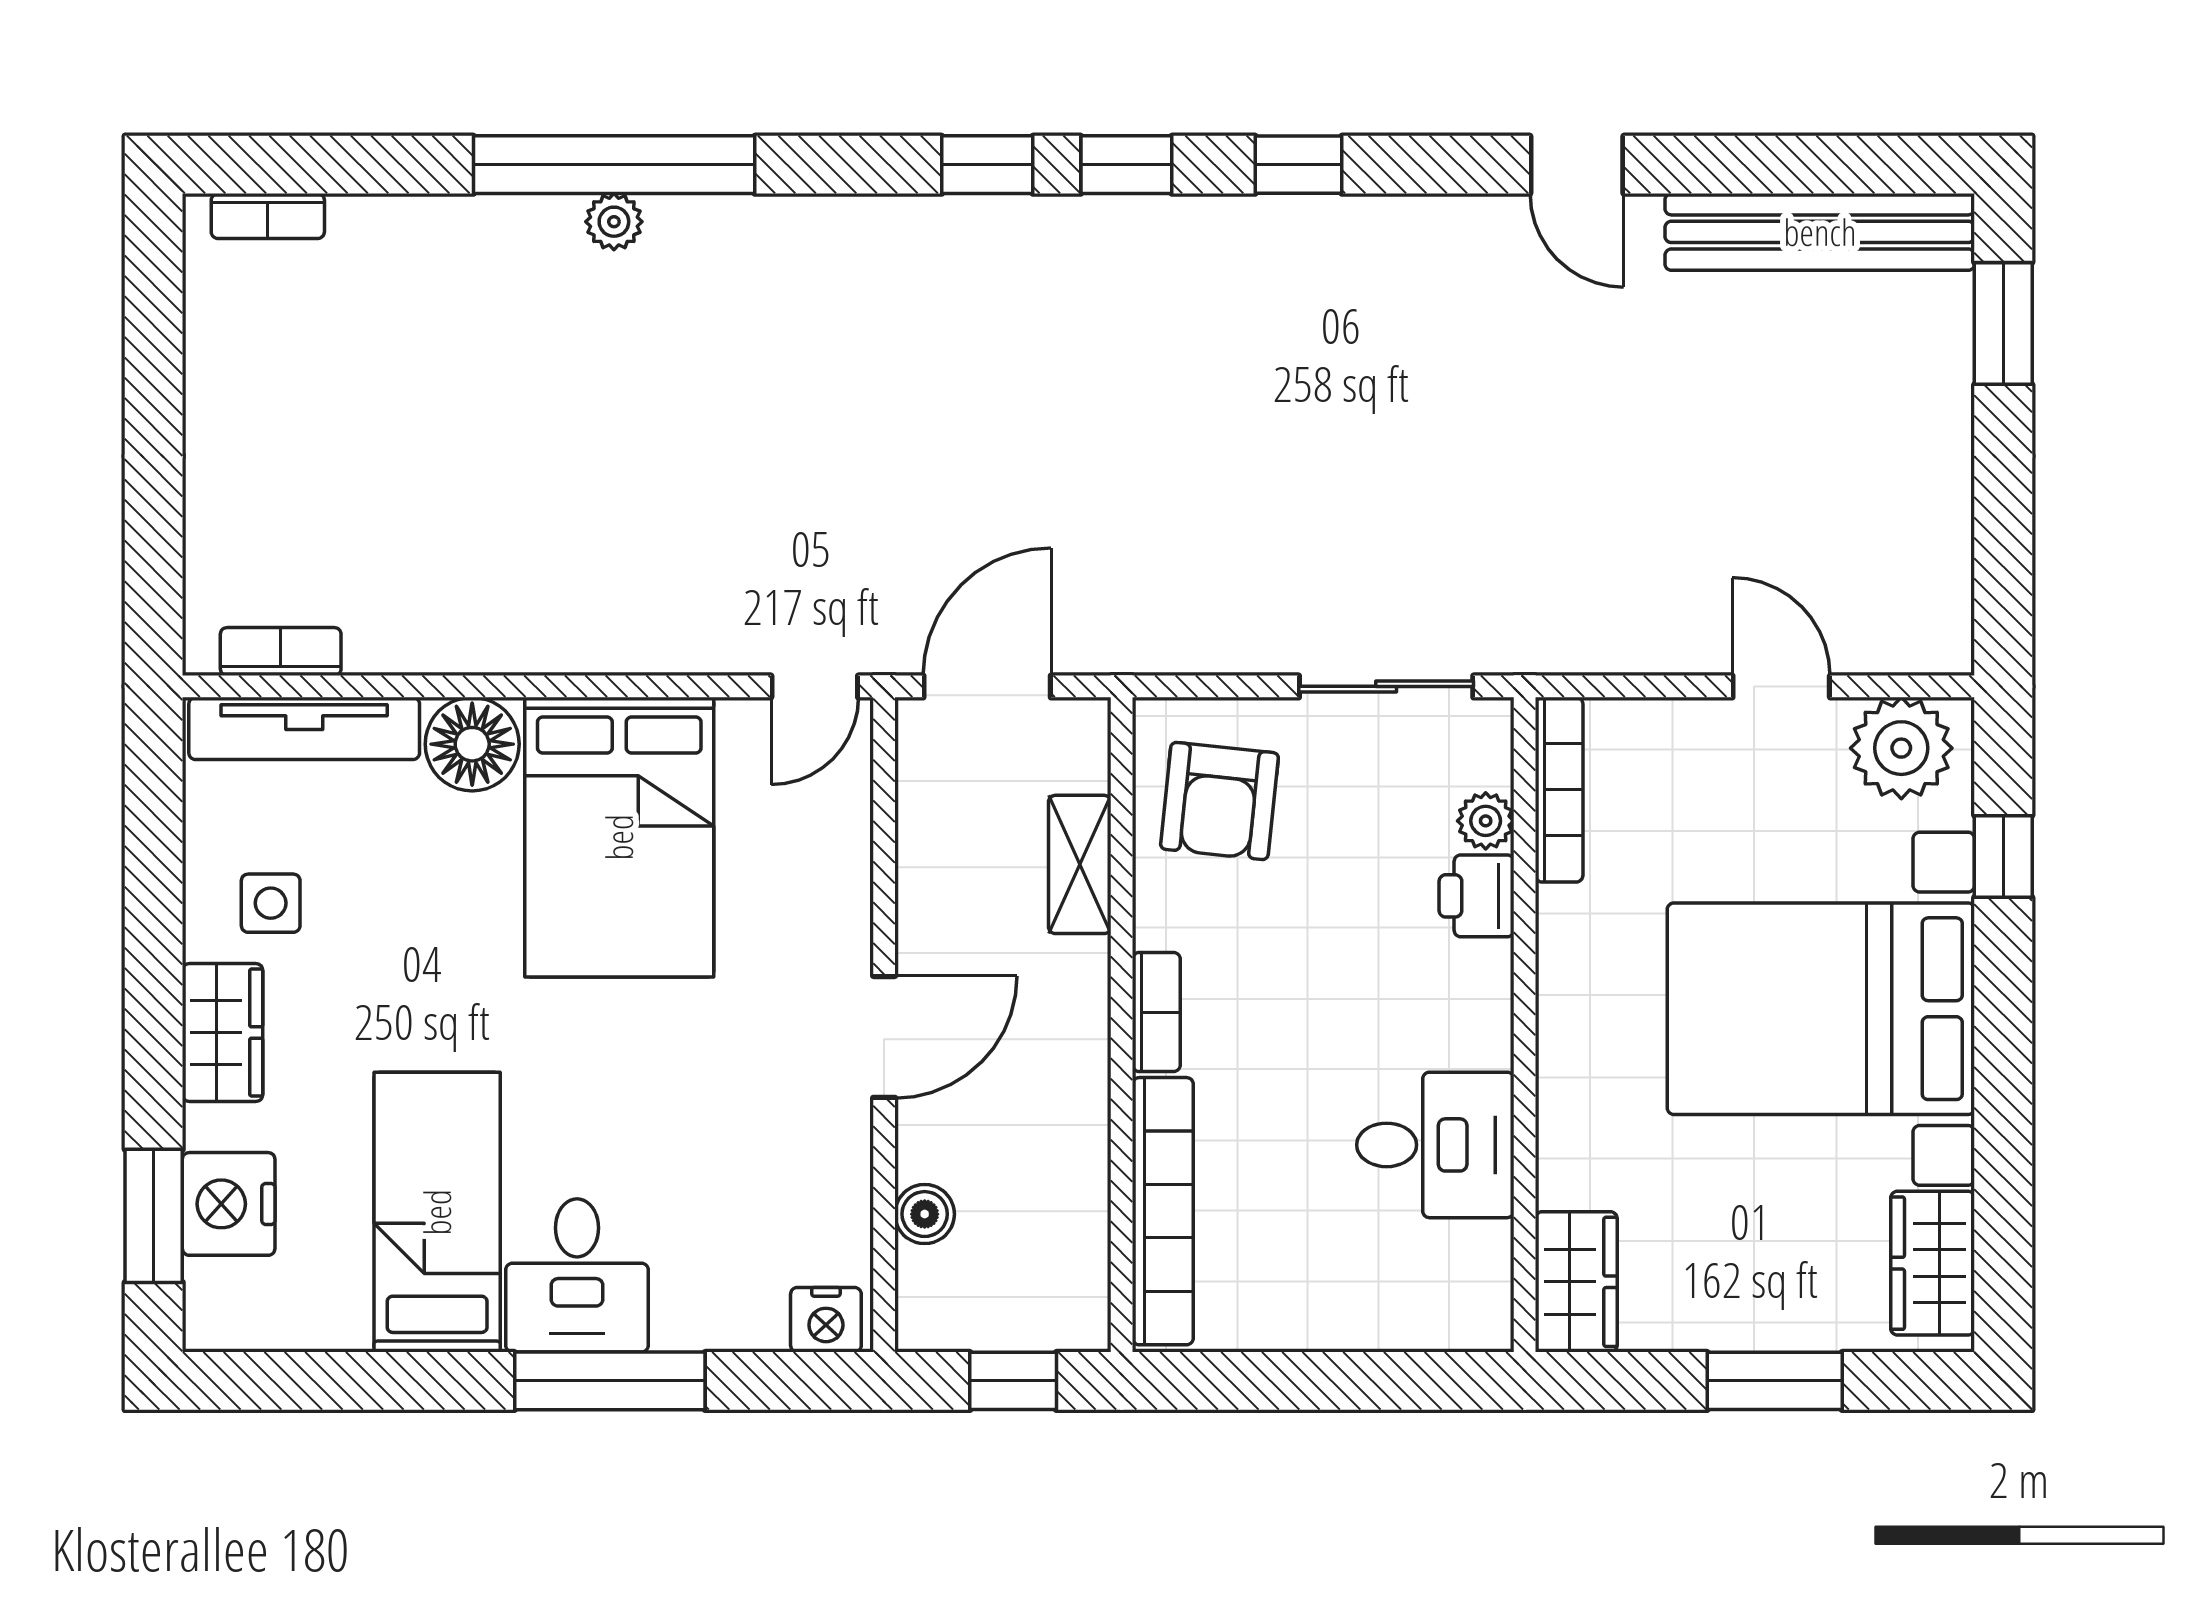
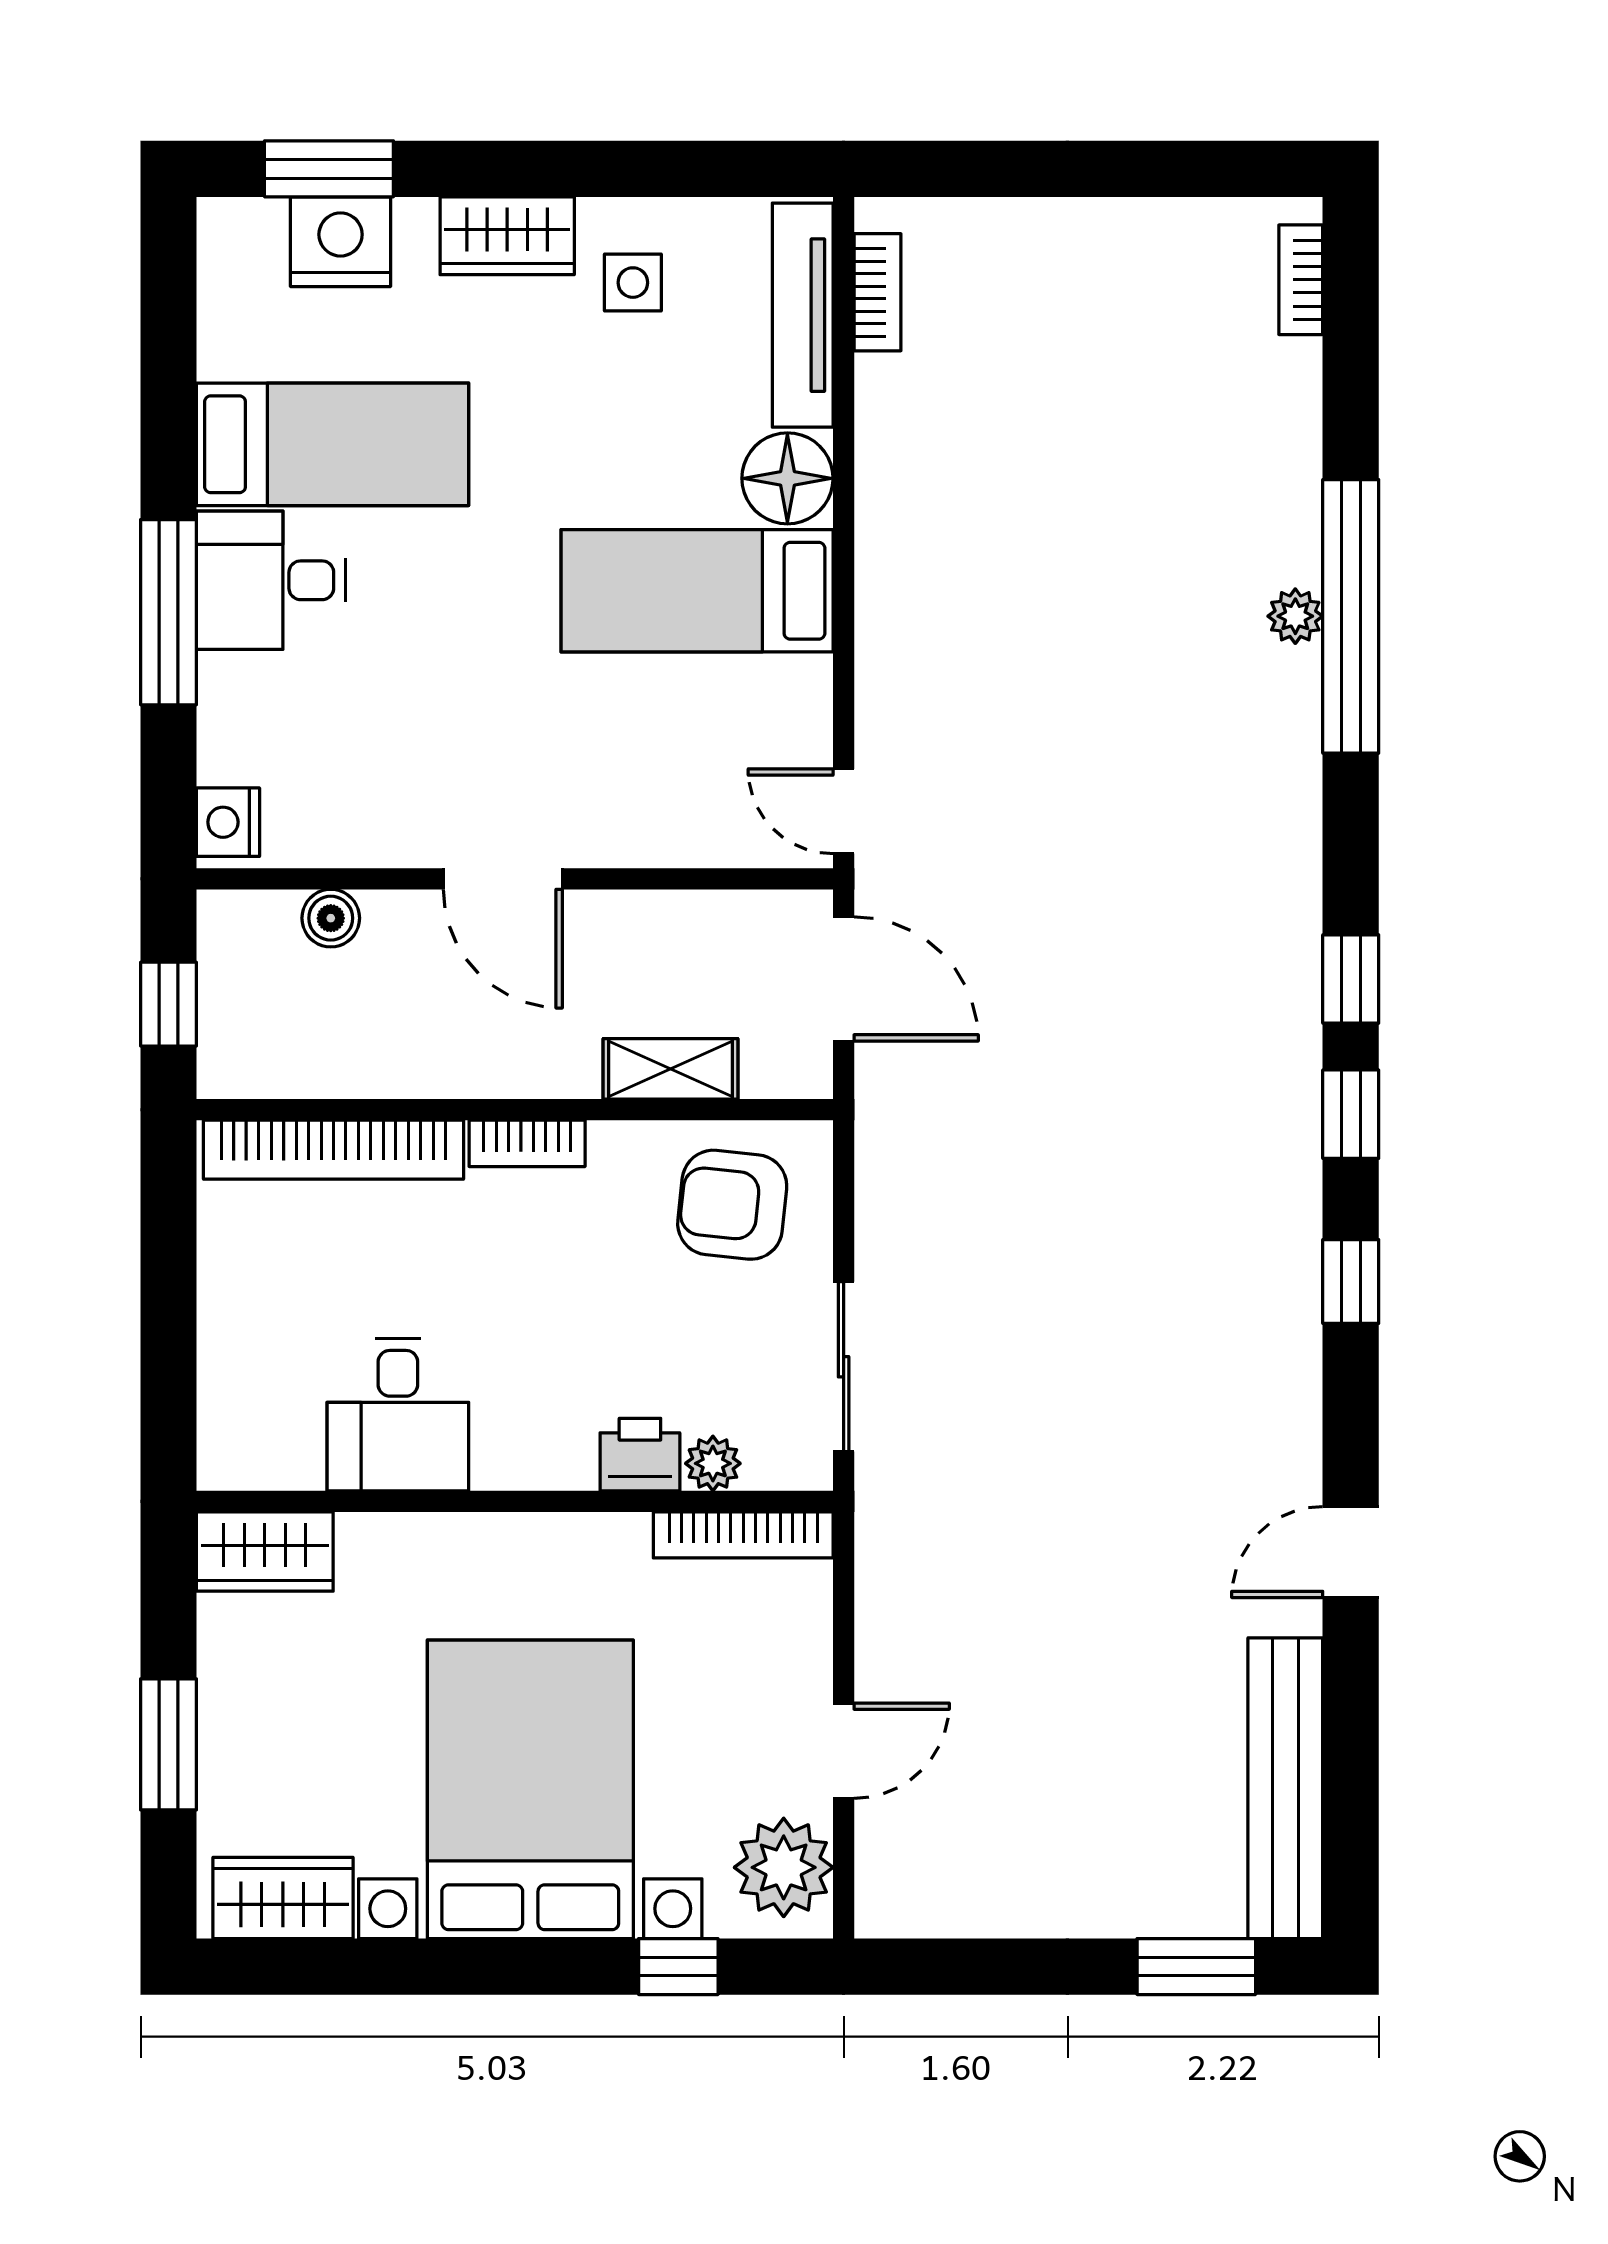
bed: (619, 837) -> (697, 591), width x0.67

